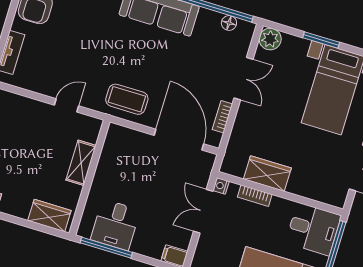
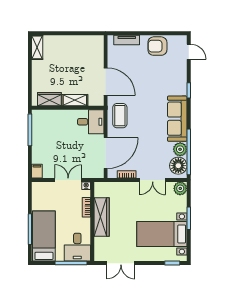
plant: (208, 21) -> (180, 149), added
floor lamp: (229, 23) -> (178, 166), width x1.89, depth x1.89
door: (66, 105) -> (106, 82), width x1.87
wardrobe: (267, 174) -> (102, 217), width x1.50
wardrobe: (49, 216) -> (49, 99), moved, turned -90
desk: (115, 225) -> (91, 122), moved, turned 180

